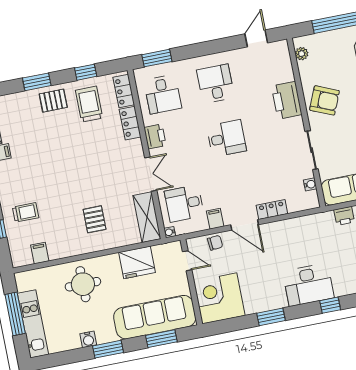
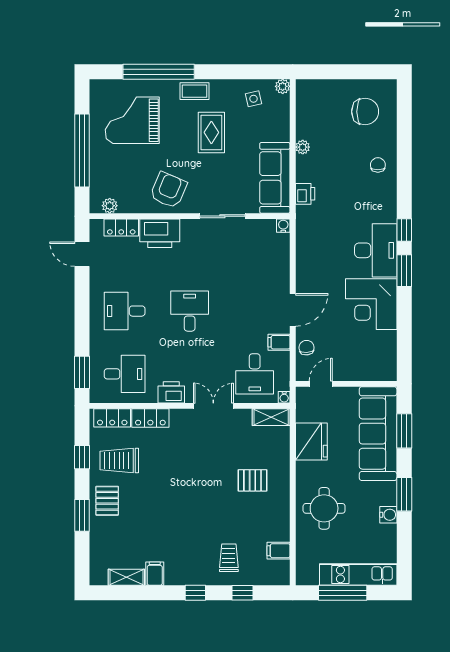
water cooler: (310, 184) -> (283, 226), moved
locker: (272, 209) -> (121, 228), moved, turned -90
shelving: (147, 217) -> (271, 417), width x0.67, depth x0.75
corner desk: (219, 298) -> (371, 304), moved
window: (271, 317) -> (404, 271), moved

